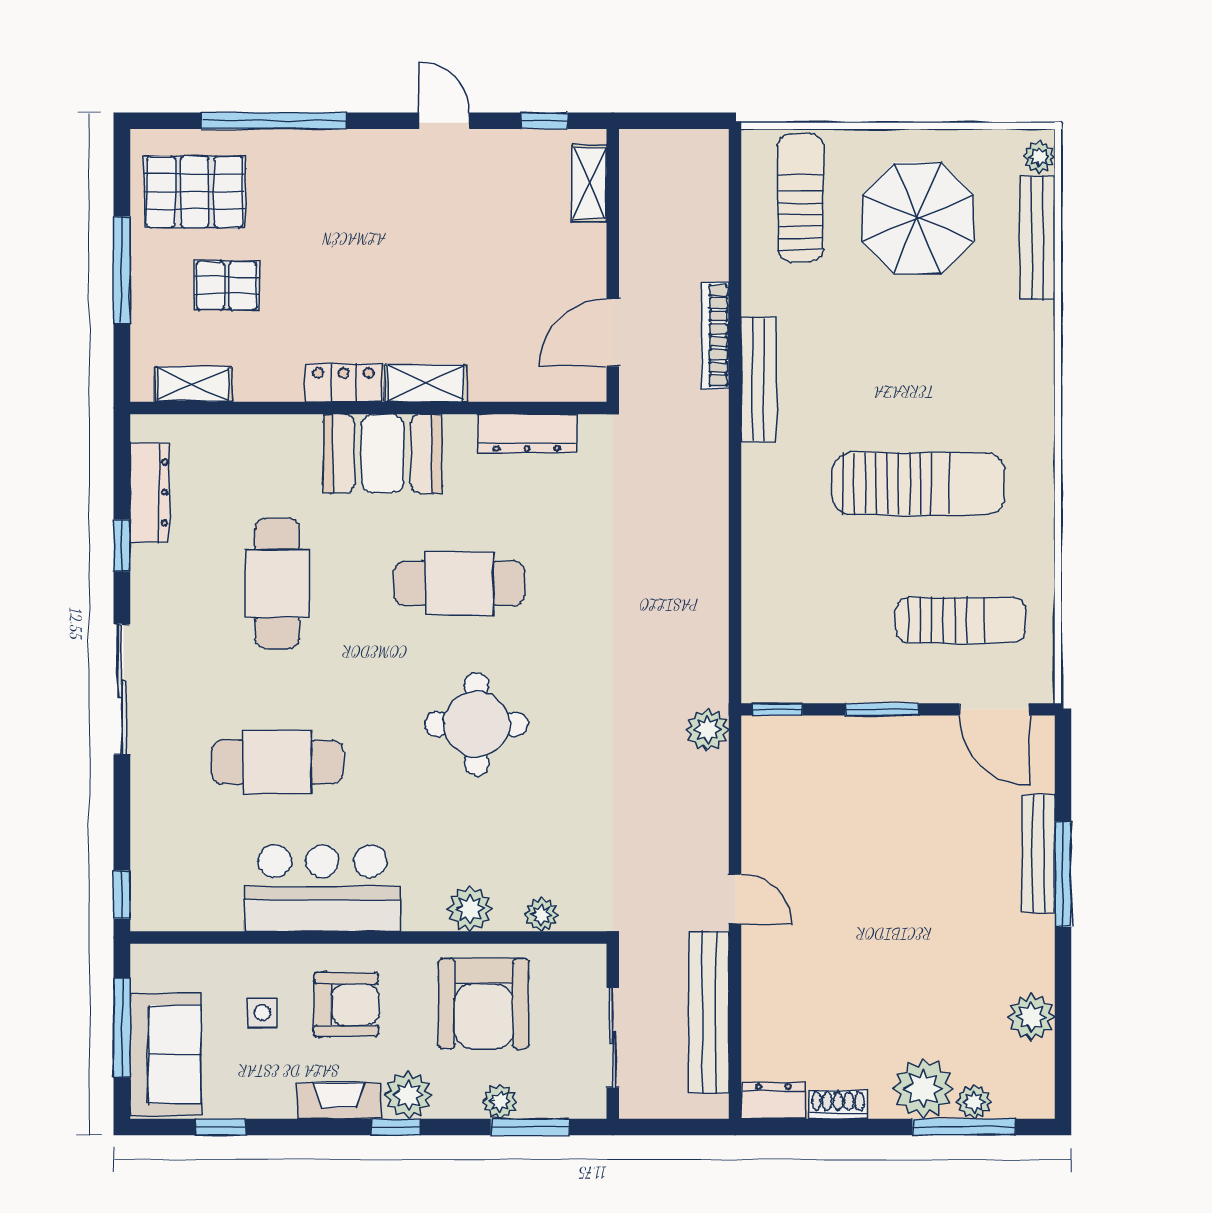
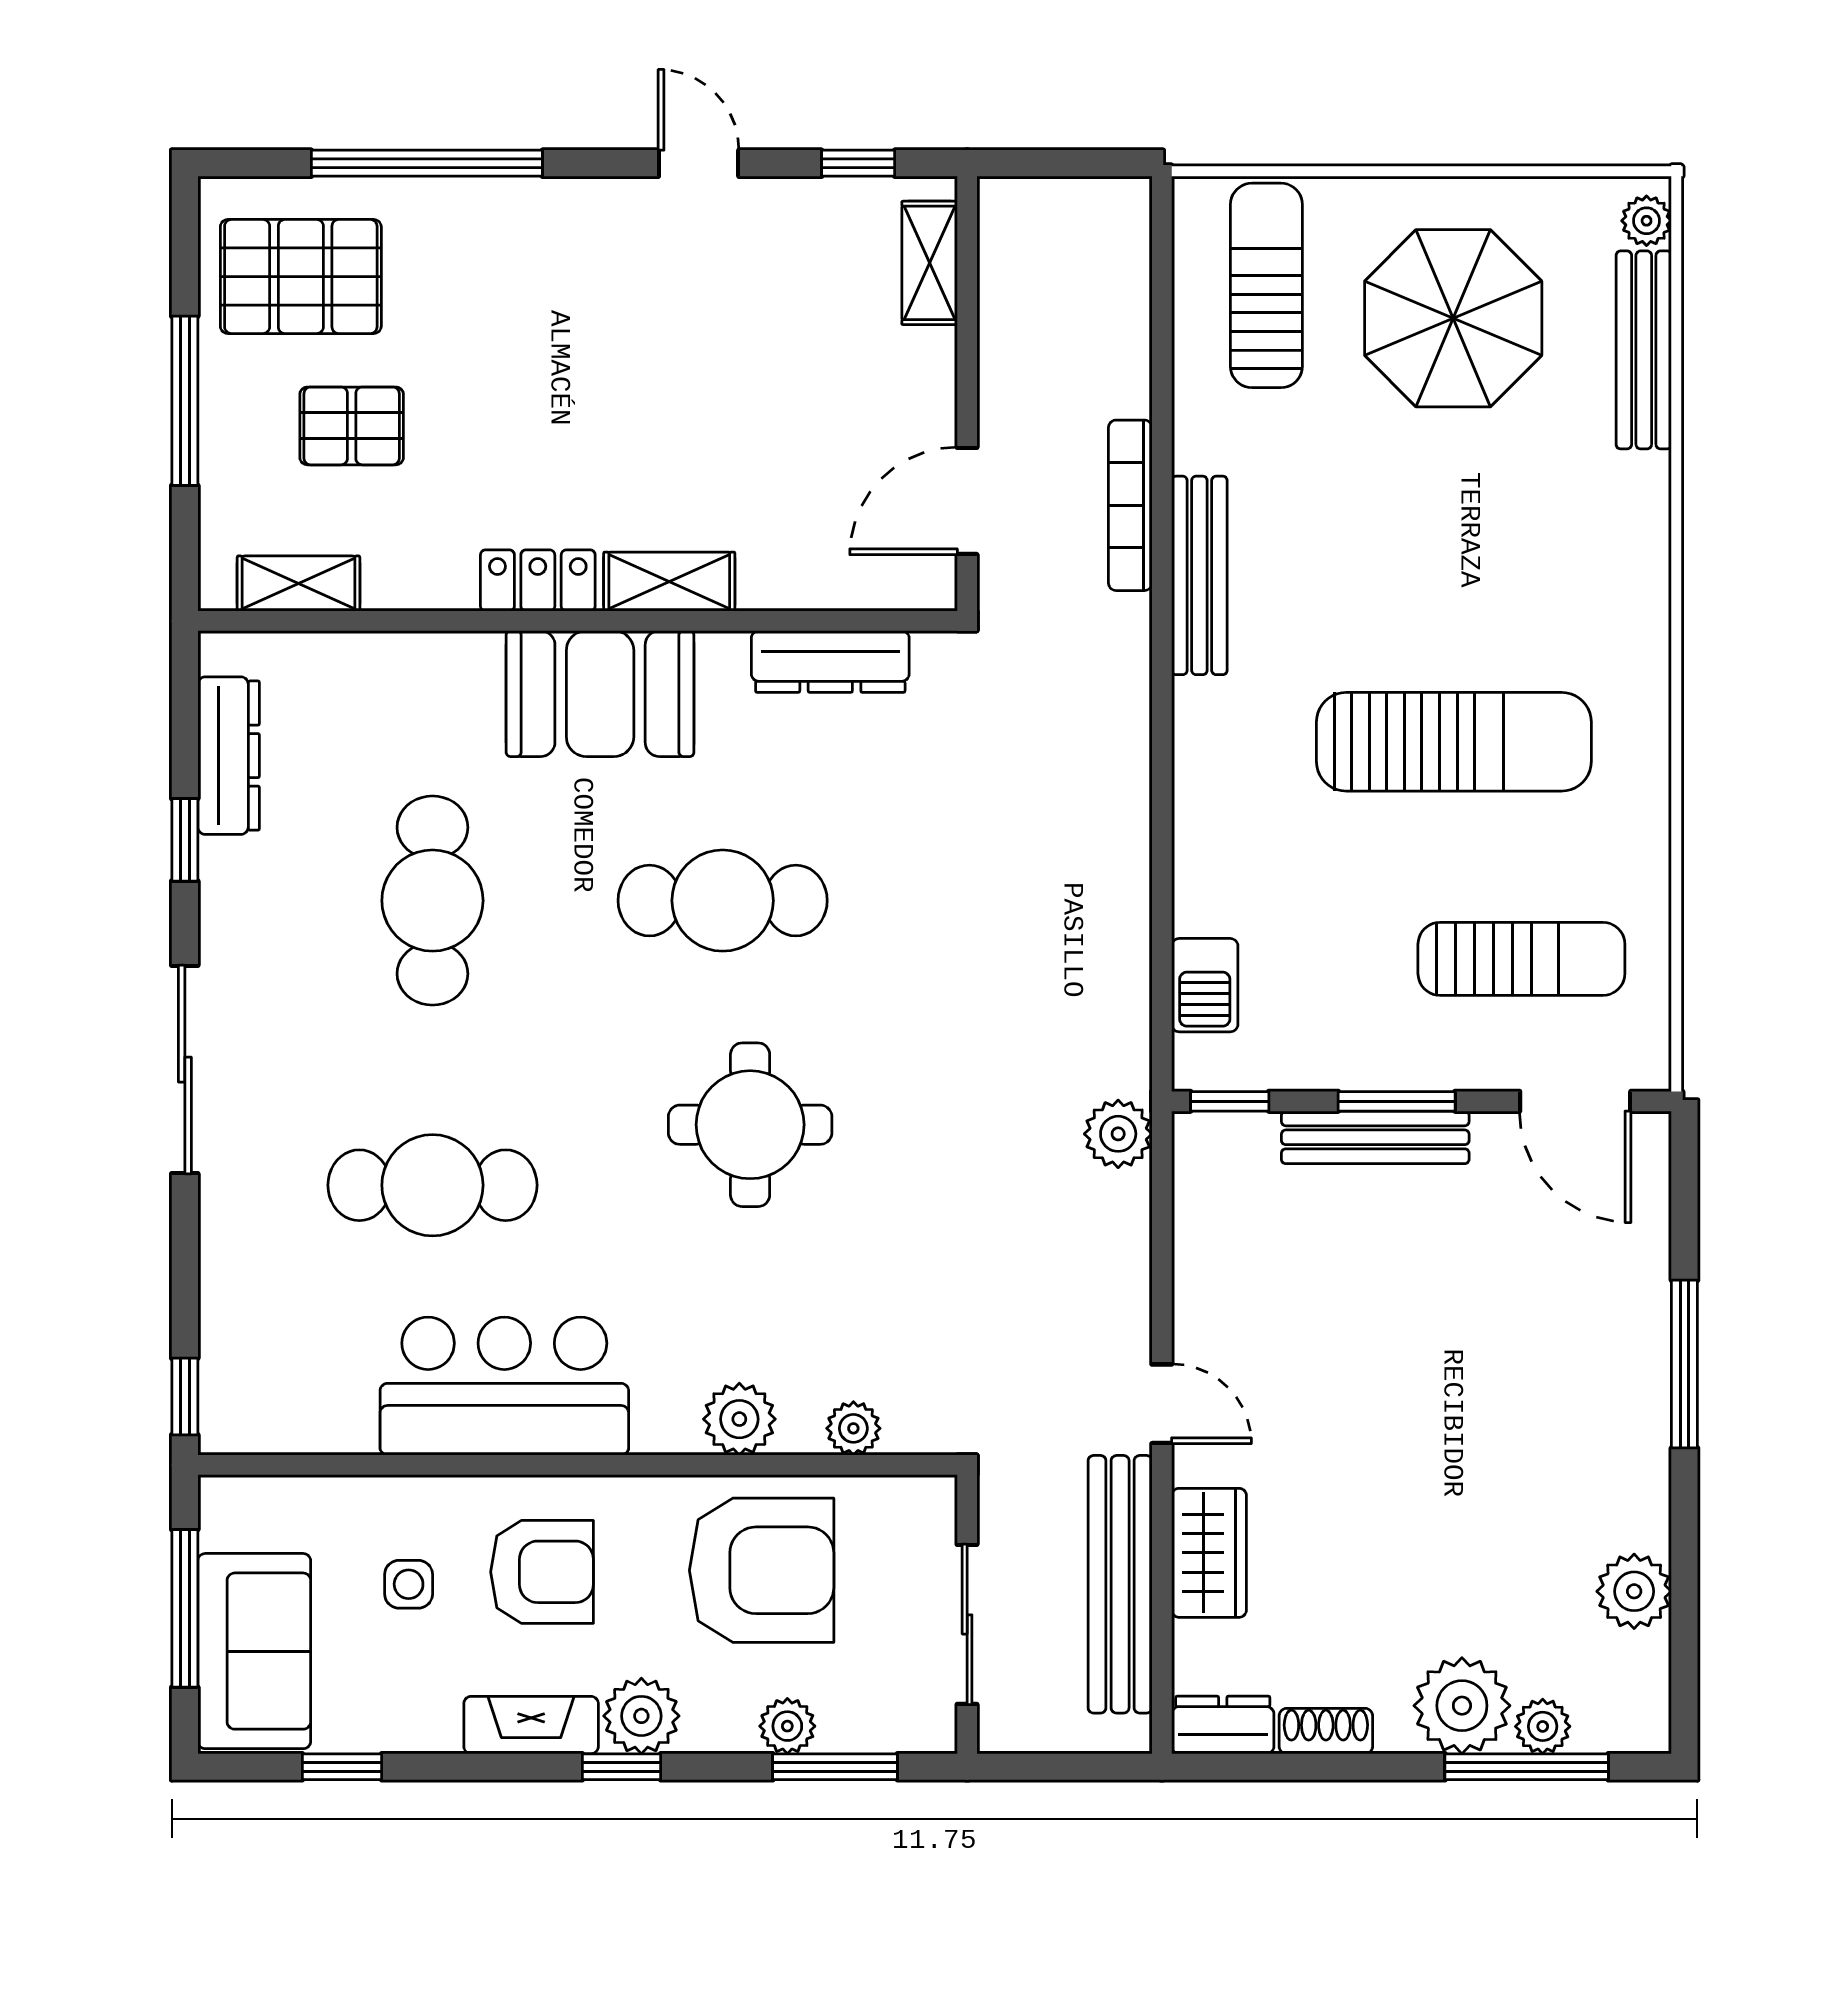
barbecue: (762, 636) -> (1205, 985), added
bench: (1038, 853) -> (1375, 1137), moved, turned 90
wardrobe: (765, 993) -> (1209, 1553), added
armchair: (484, 1004) -> (762, 1570), turned -90

